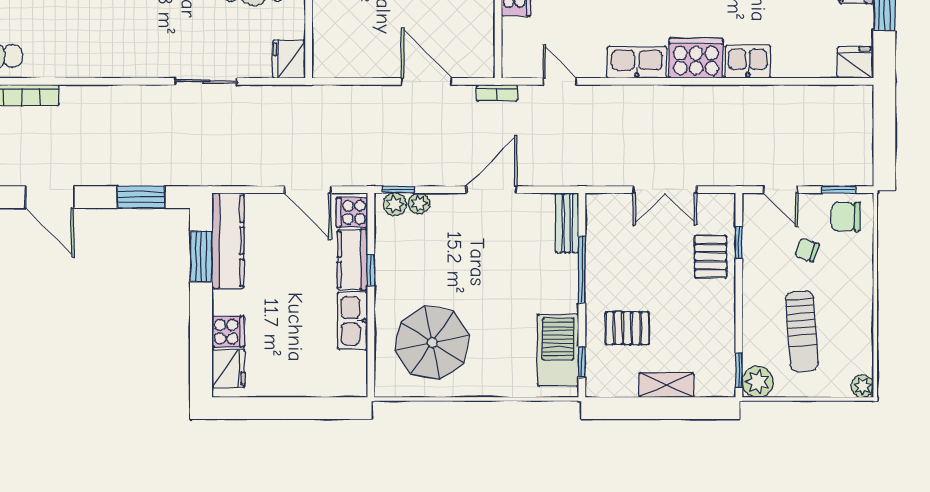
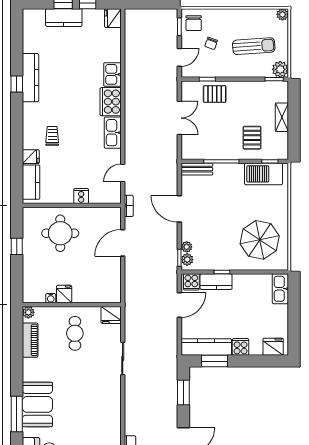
kitchen sink: (353, 321) -> (280, 289), moved, turned 90
cooker: (228, 332) -> (241, 347), moved

